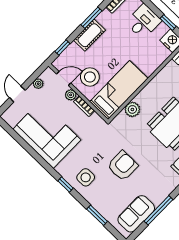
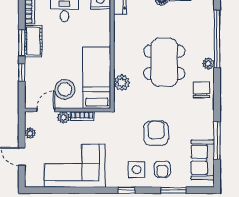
cot: (90, 35) -> (33, 41), moved
window: (62, 48) -> (22, 72), moved
armchair: (103, 194) -> (162, 169), added

